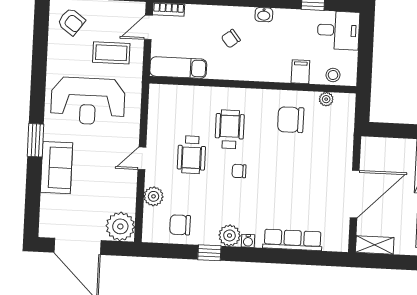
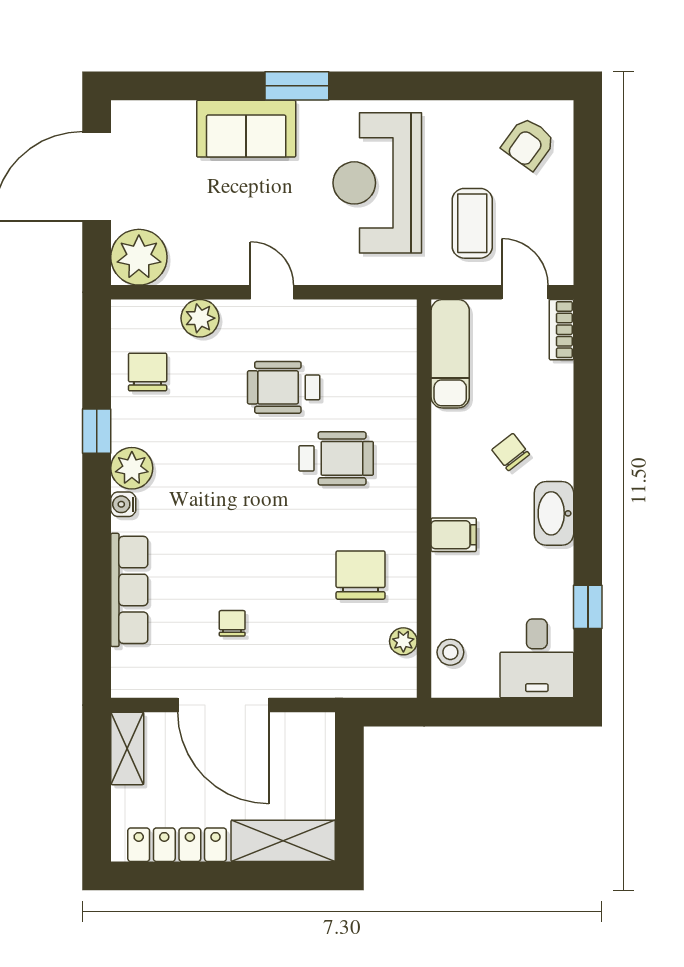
washbasin: (264, 15) -> (554, 513), width x1.91, depth x1.45
filing cabinet: (300, 72) -> (454, 535), moved
chair: (239, 171) -> (232, 623), moved

